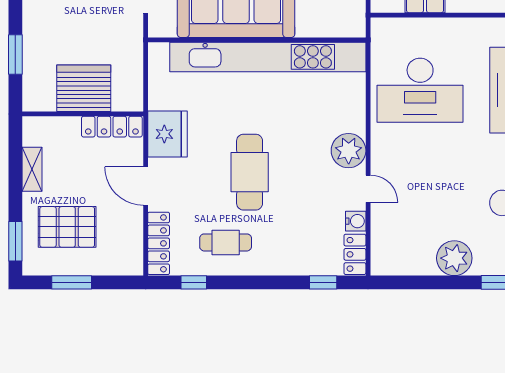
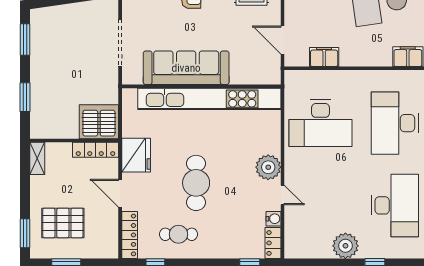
server rack: (84, 88) -> (99, 122), moved
shelving: (32, 169) -> (37, 158), moved

